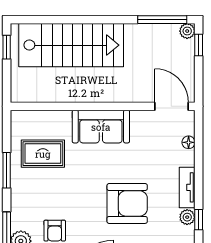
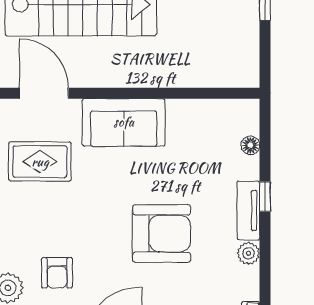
door: (172, 106) -> (44, 93), moved
window: (199, 220) -> (265, 196), moved

